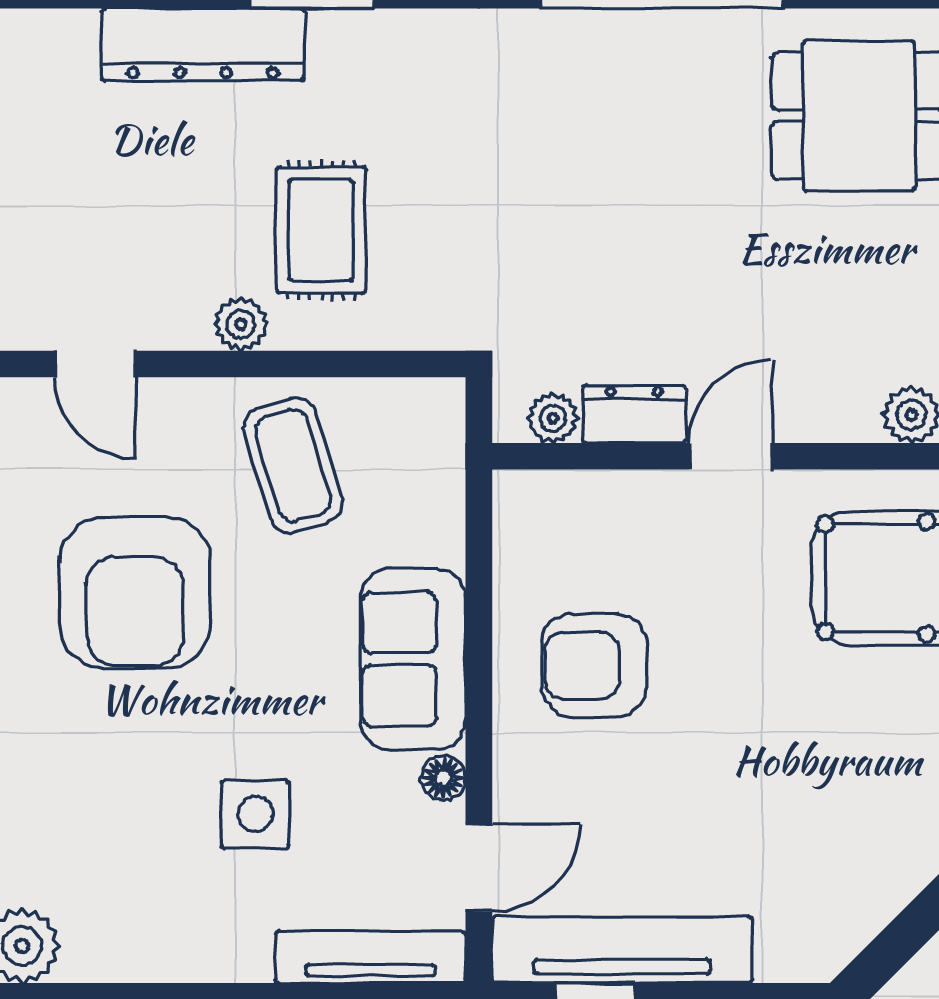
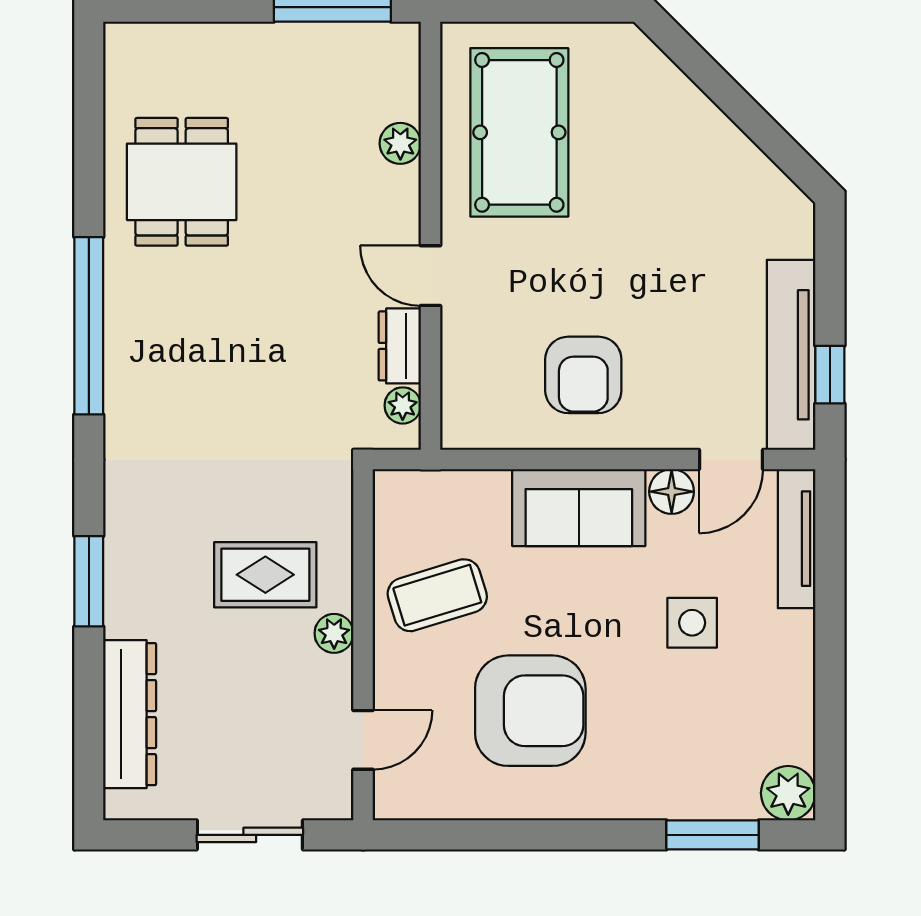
dresser: (203, 44) -> (130, 714), moved
floor lamp: (443, 778) -> (672, 492), width x1.37, depth x1.37
door: (479, 867) -> (731, 459), swing flipped

